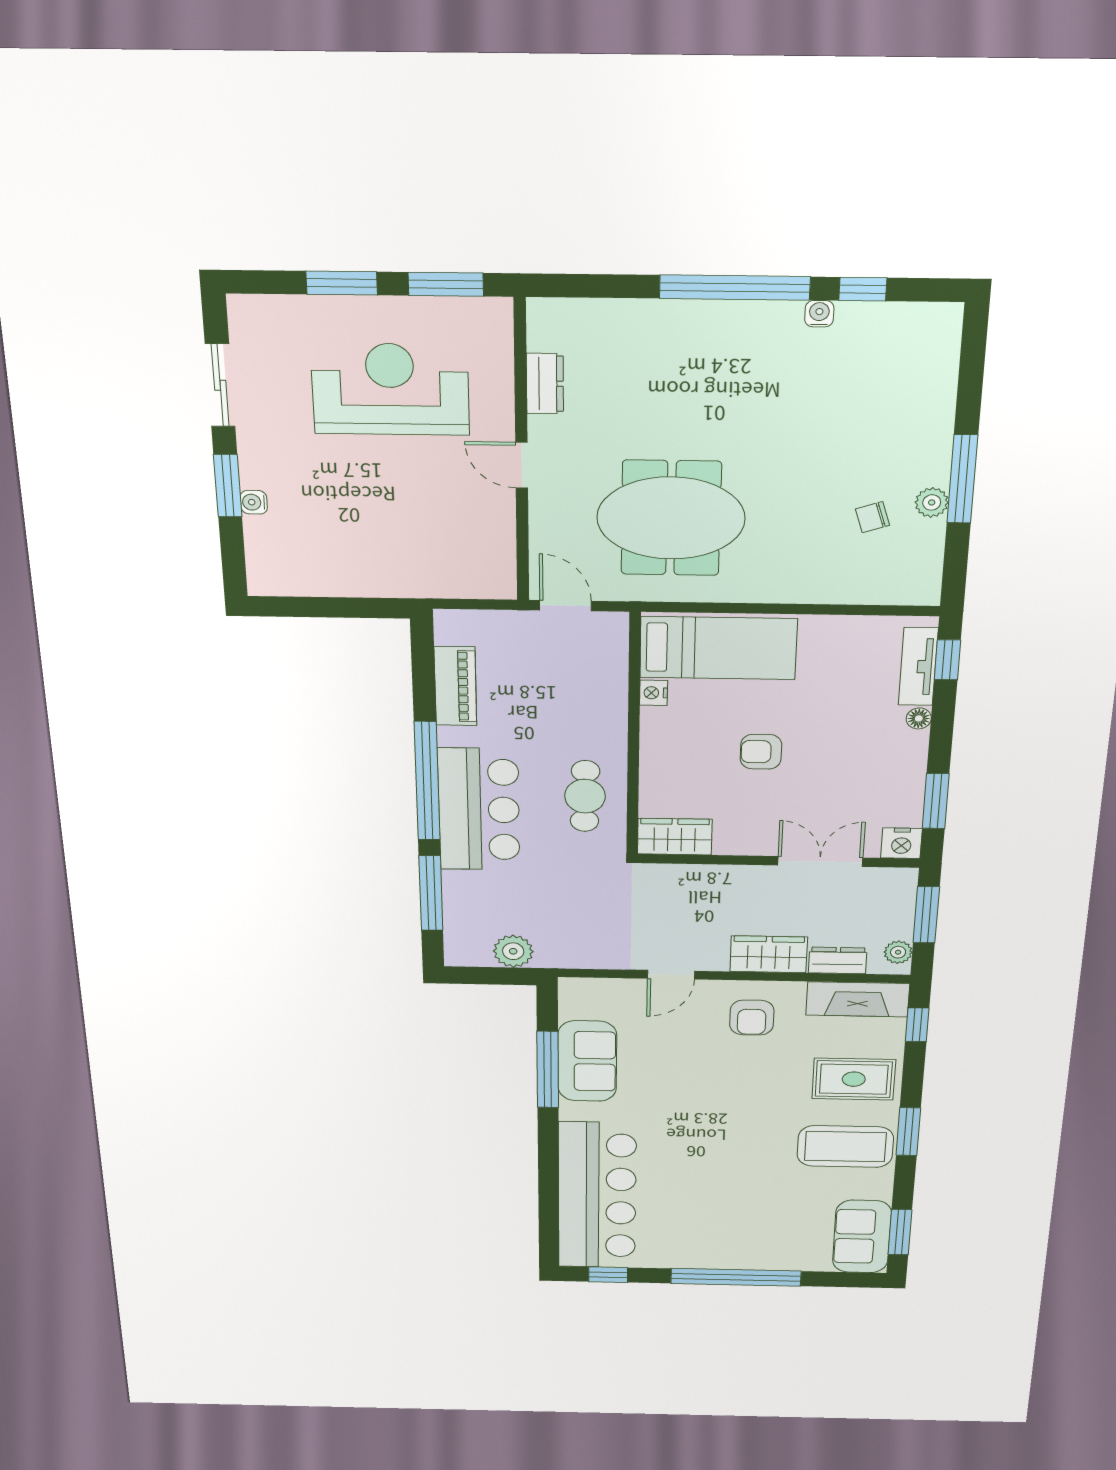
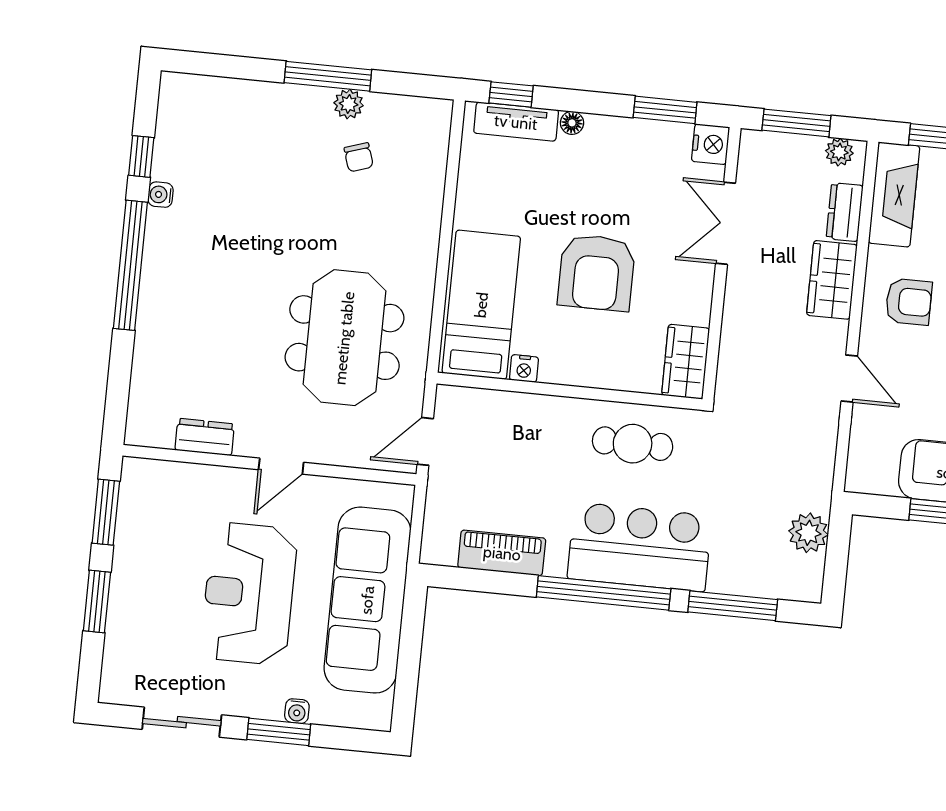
reception desk: (390, 389) -> (249, 594), moved
sofa: (386, 563) -> (367, 600), added
armchair: (761, 752) -> (596, 273), width x1.88, depth x1.88

